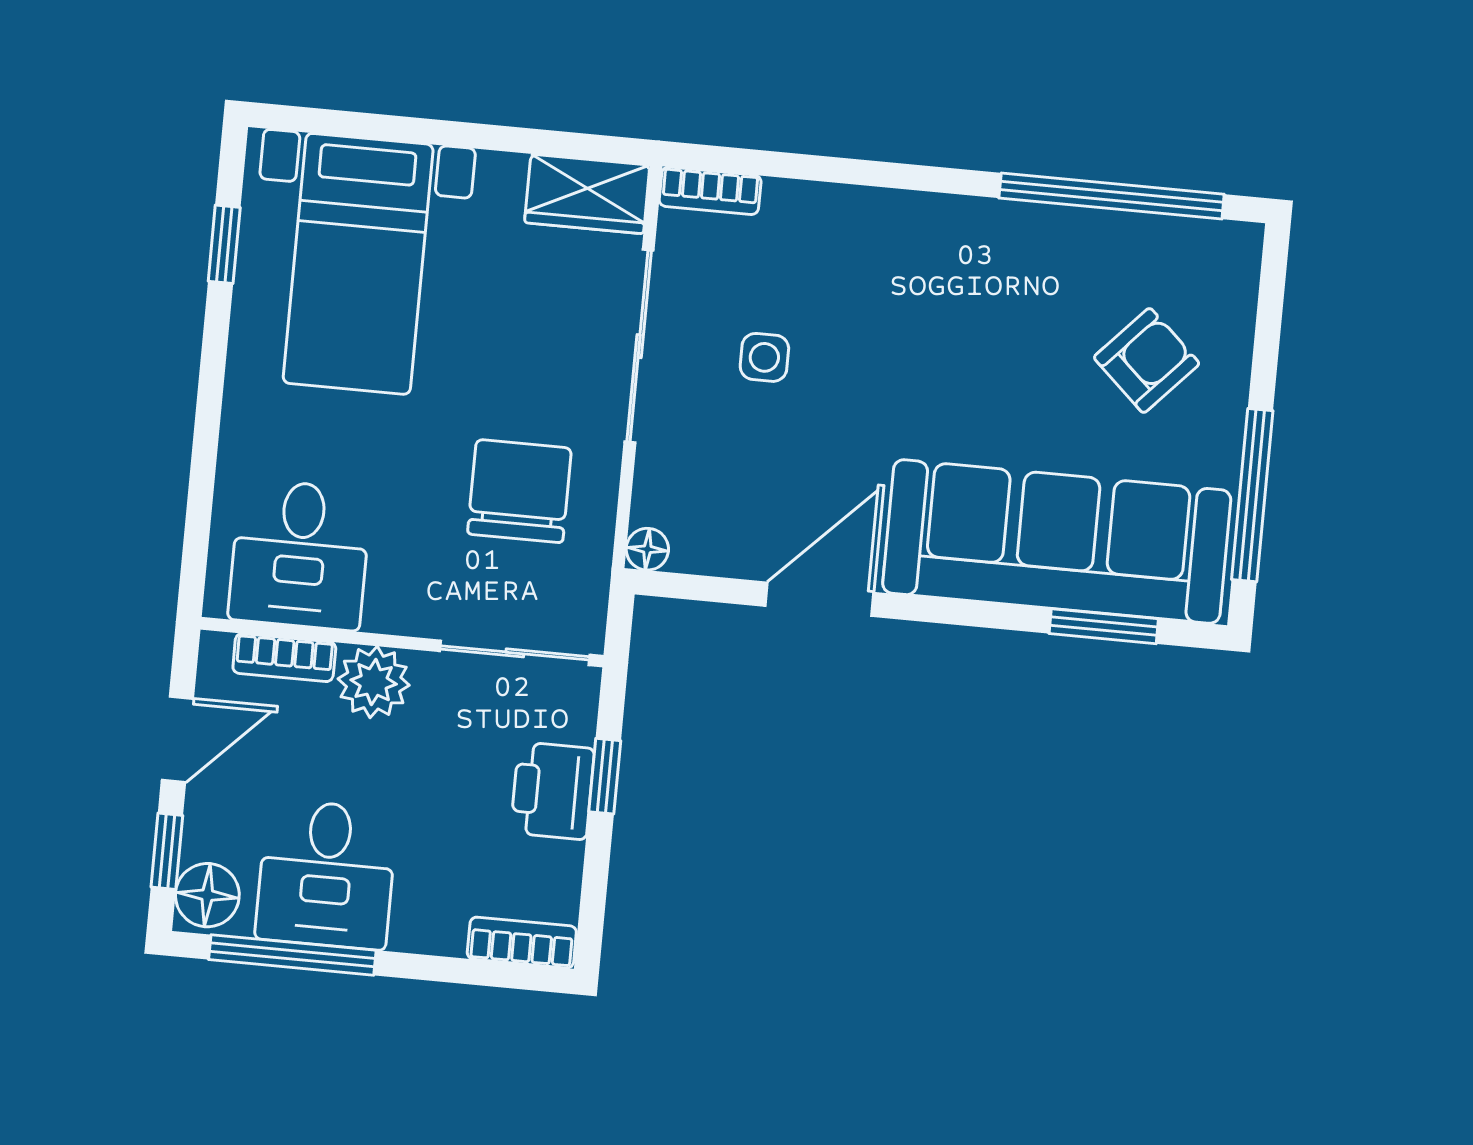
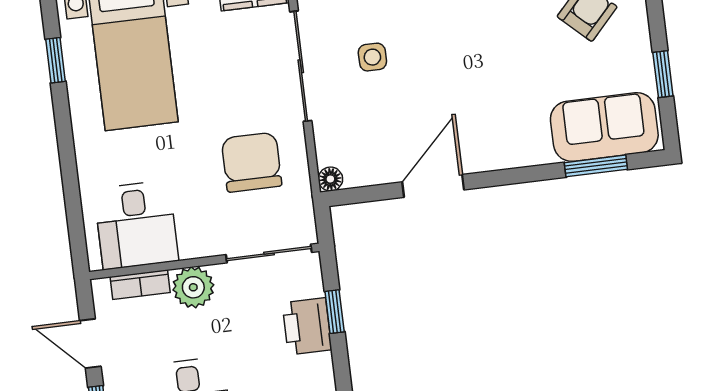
window: (1252, 495) -> (663, 74), width x0.46
sofa: (1057, 542) -> (604, 127), width x0.54, depth x0.79
door: (177, 739) -> (90, 344), swing flipped

